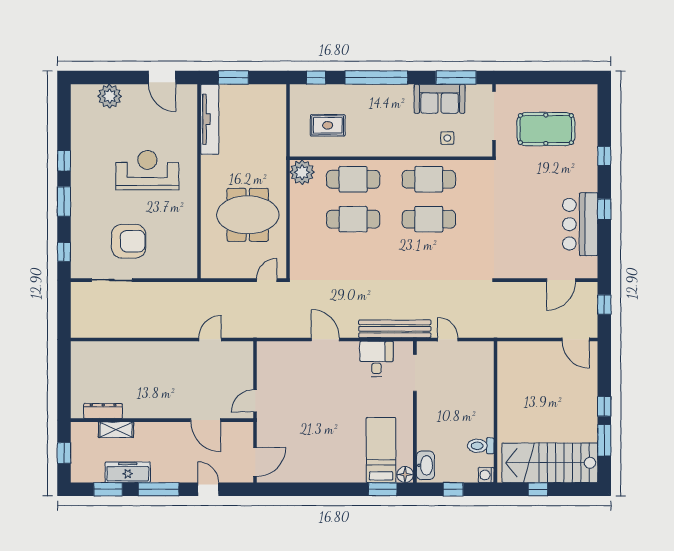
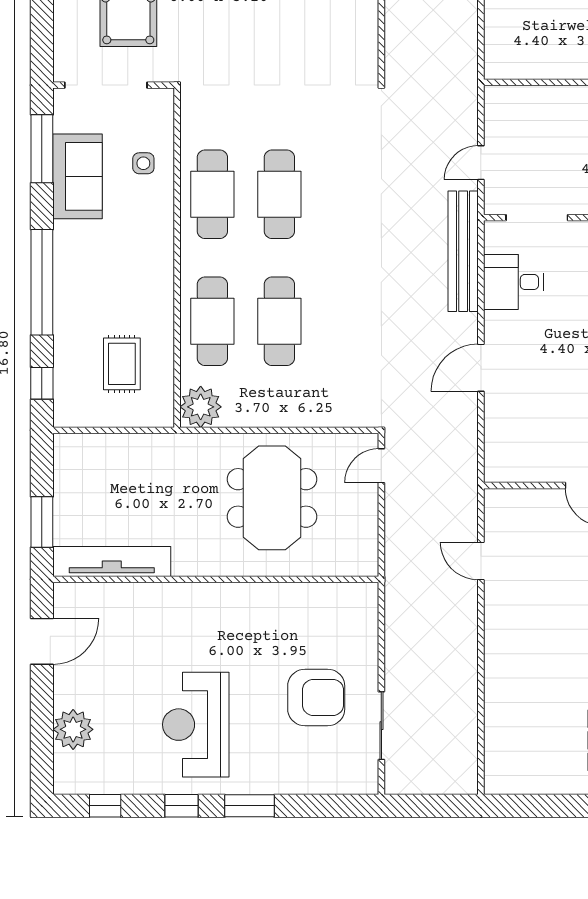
reception desk: (147, 170) -> (196, 725), moved
armchair: (129, 241) -> (316, 697), turned 90
window: (64, 252) -> (105, 806), moved
door: (267, 280) -> (381, 466), hinge flipped

